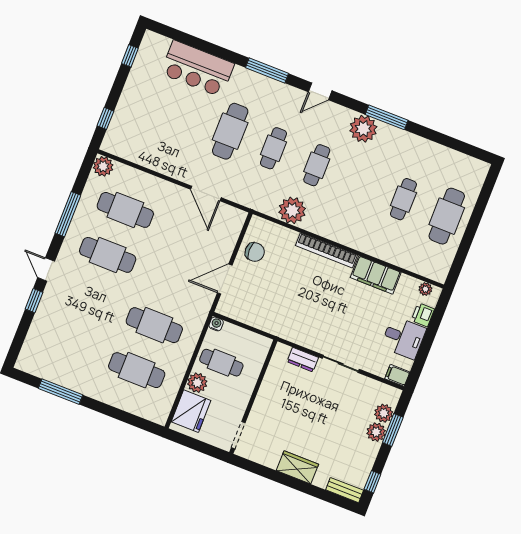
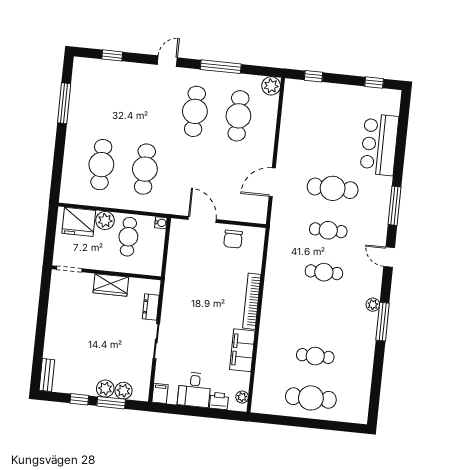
plant: (363, 129) -> (373, 305), width x0.53, depth x0.53
plant: (292, 210) -> (278, 262), removed
window: (34, 301) -> (112, 55), moved
wardrobe: (297, 467) -> (111, 285), moved, turned 90
window: (372, 482) -> (79, 399), moved

